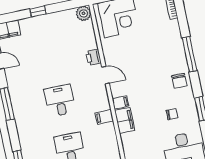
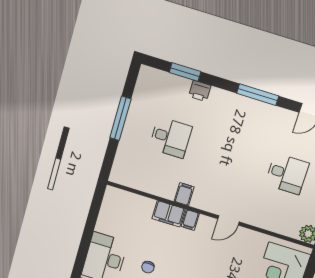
printer: (93, 57) -> (200, 91), moved, turned 180
desk: (60, 101) -> (287, 174), moved

